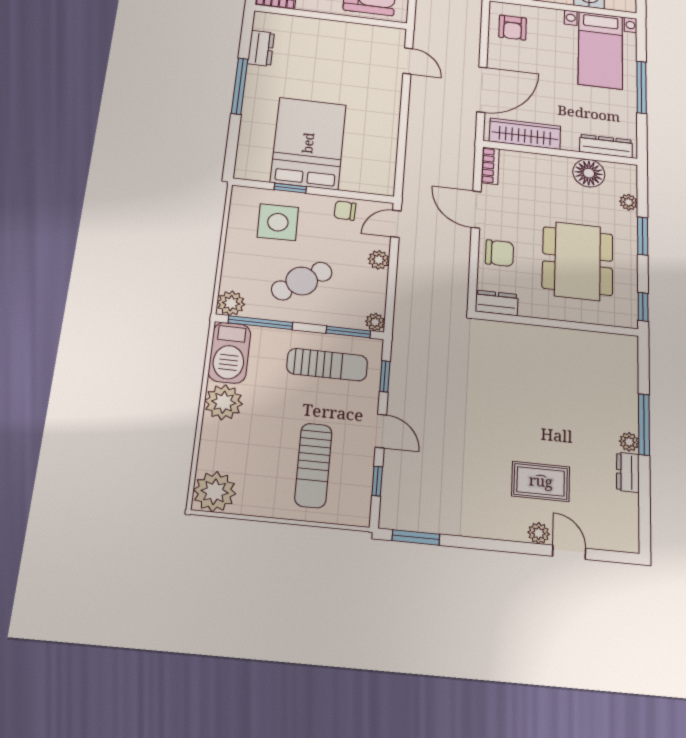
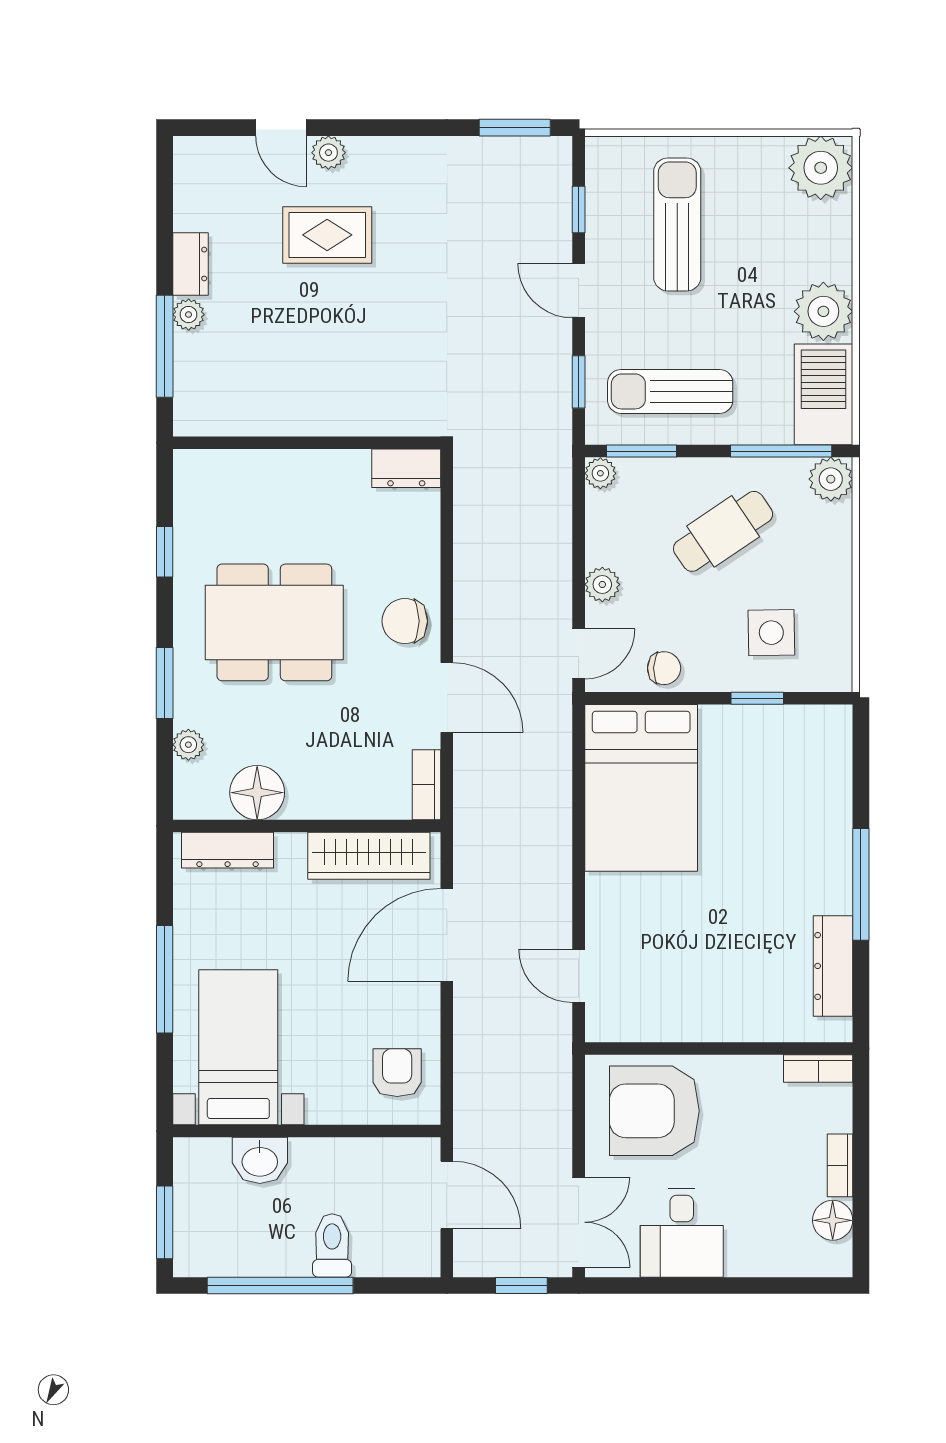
dresser: (261, 48) -> (833, 966), width x1.44
bed: (308, 143) -> (641, 788), moved
side table: (278, 222) -> (771, 633), width x0.73, depth x0.73
dining table: (578, 261) -> (274, 622), turned 90
dresser: (497, 303) -> (406, 468), moved
wall: (557, 324) -> (307, 443), moved

